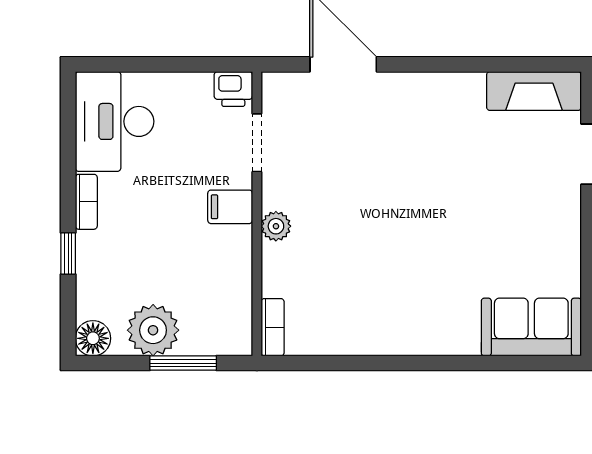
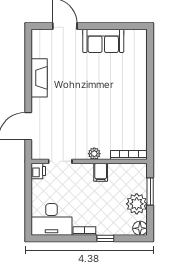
fireplace: (534, 91) -> (39, 78), moved
filing cabinet: (230, 207) -> (101, 172), moved
bookcase: (273, 327) -> (129, 155), width x1.56
sofa: (531, 327) -> (103, 41), moved, turned -90

